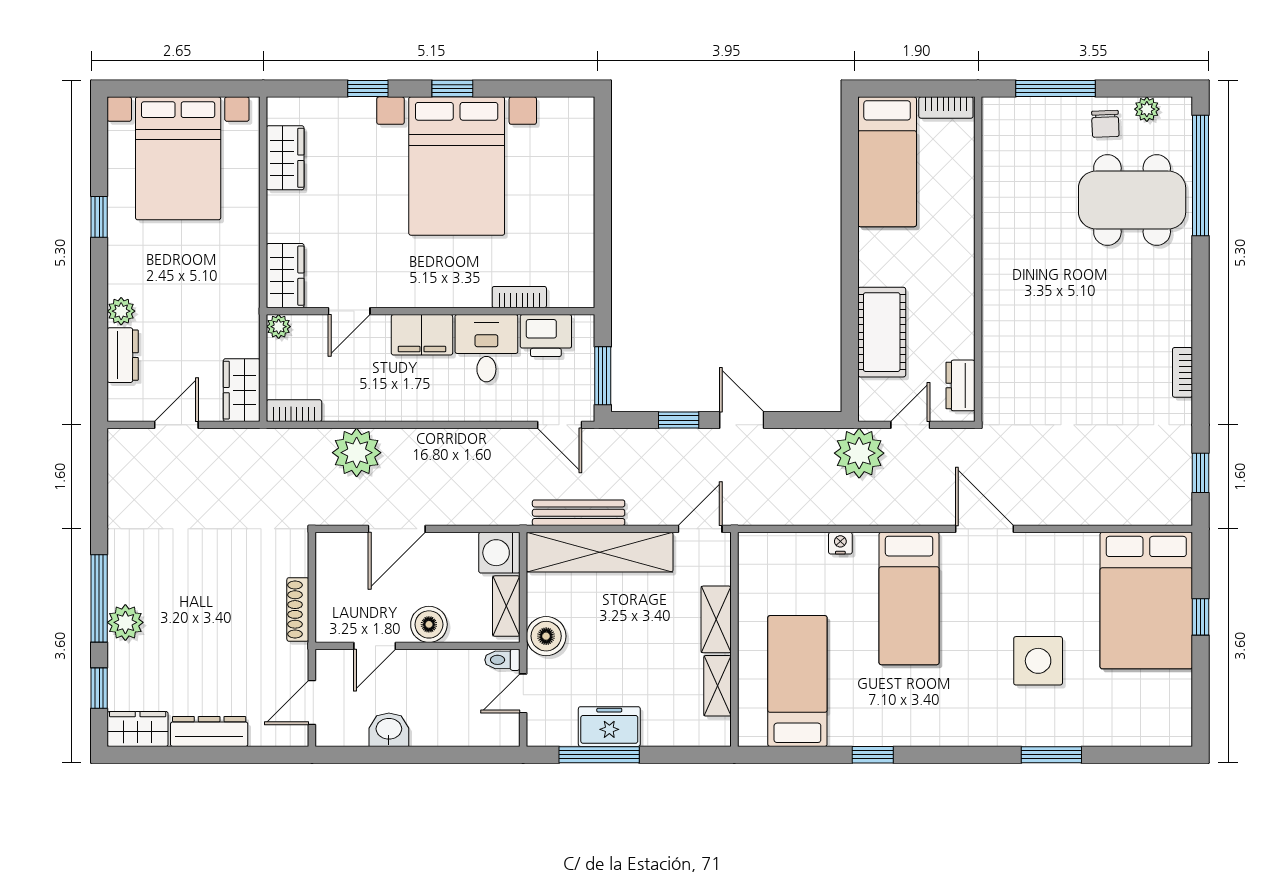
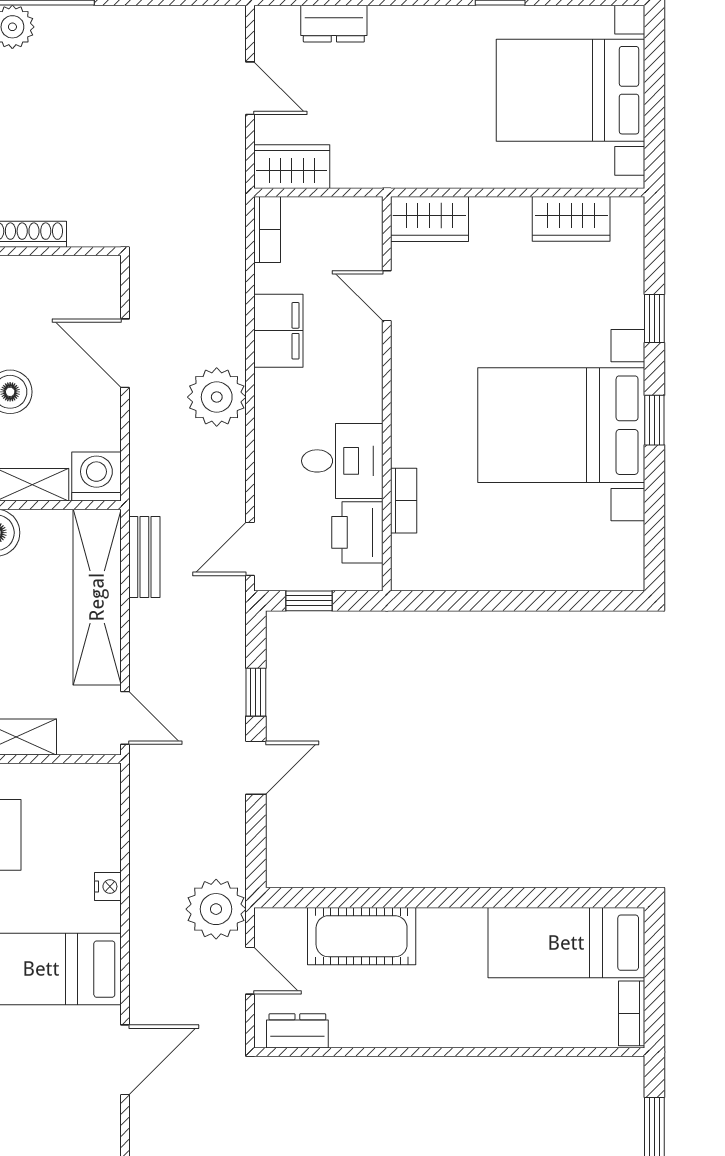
plant: (121, 311) -> (387, 22), removed
plant: (279, 327) -> (368, 211), removed
filing cabinet: (422, 335) -> (278, 331), moved, turned 180
window: (603, 376) -> (309, 601), width x0.67
plant: (357, 453) -> (217, 397), moved
bench: (579, 513) -> (144, 557), width x0.73

